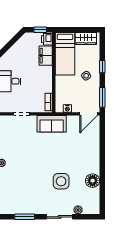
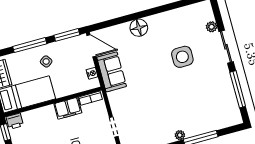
filing cabinet: (46, 56) -> (68, 108), moved
window: (102, 67) -> (30, 45), width x2.17
sofa: (52, 124) -> (112, 72), moved
floor lamp: (93, 181) -> (139, 28), moved
window: (25, 217) -> (238, 89), width x1.44

